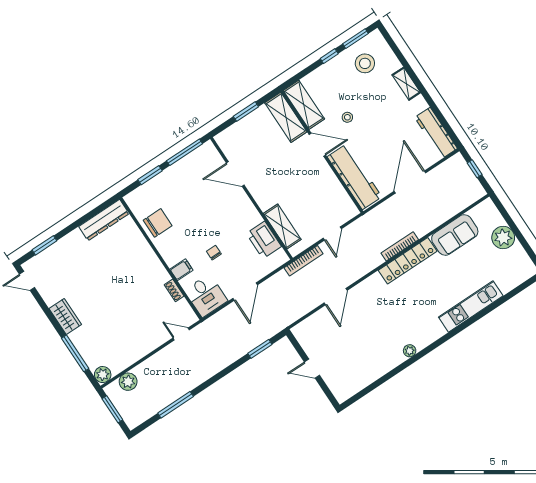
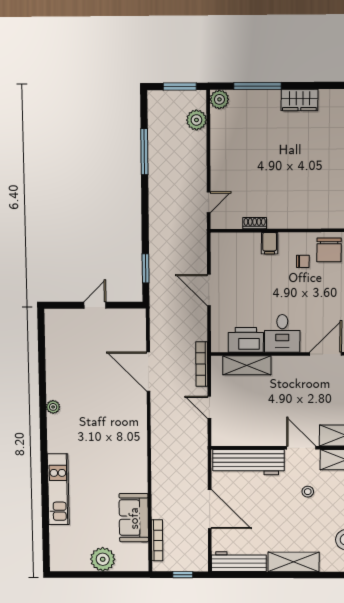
shelving: (406, 84) -> (294, 562), width x1.50, depth x1.33
door: (317, 145) -> (301, 448), swing flipped
bookcase: (400, 246) -> (157, 540), moved
chair: (214, 253) -> (303, 261), moved
locker: (408, 261) -> (138, 460), removed
desk: (206, 296) -> (282, 333), moved, turned -90
door: (336, 297) -> (148, 372), width x1.36

